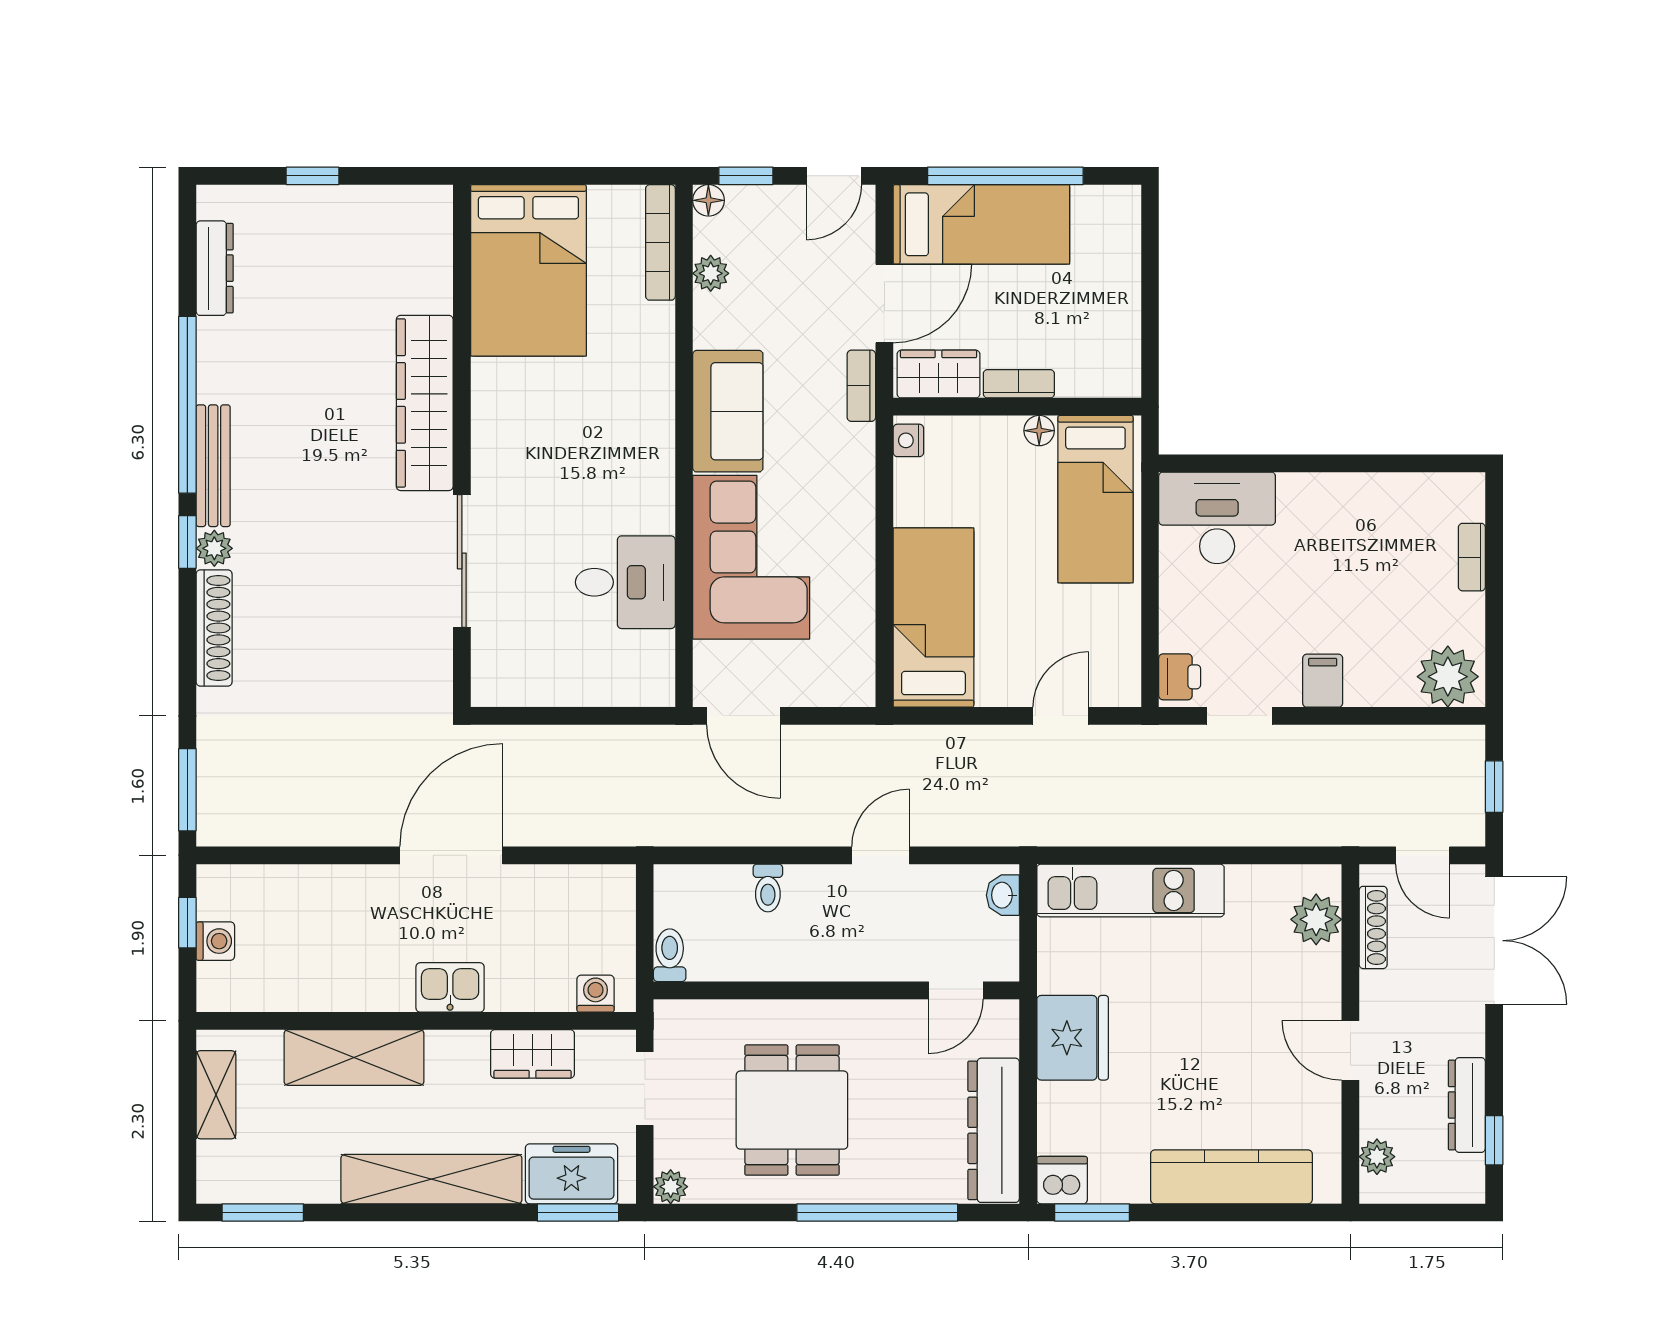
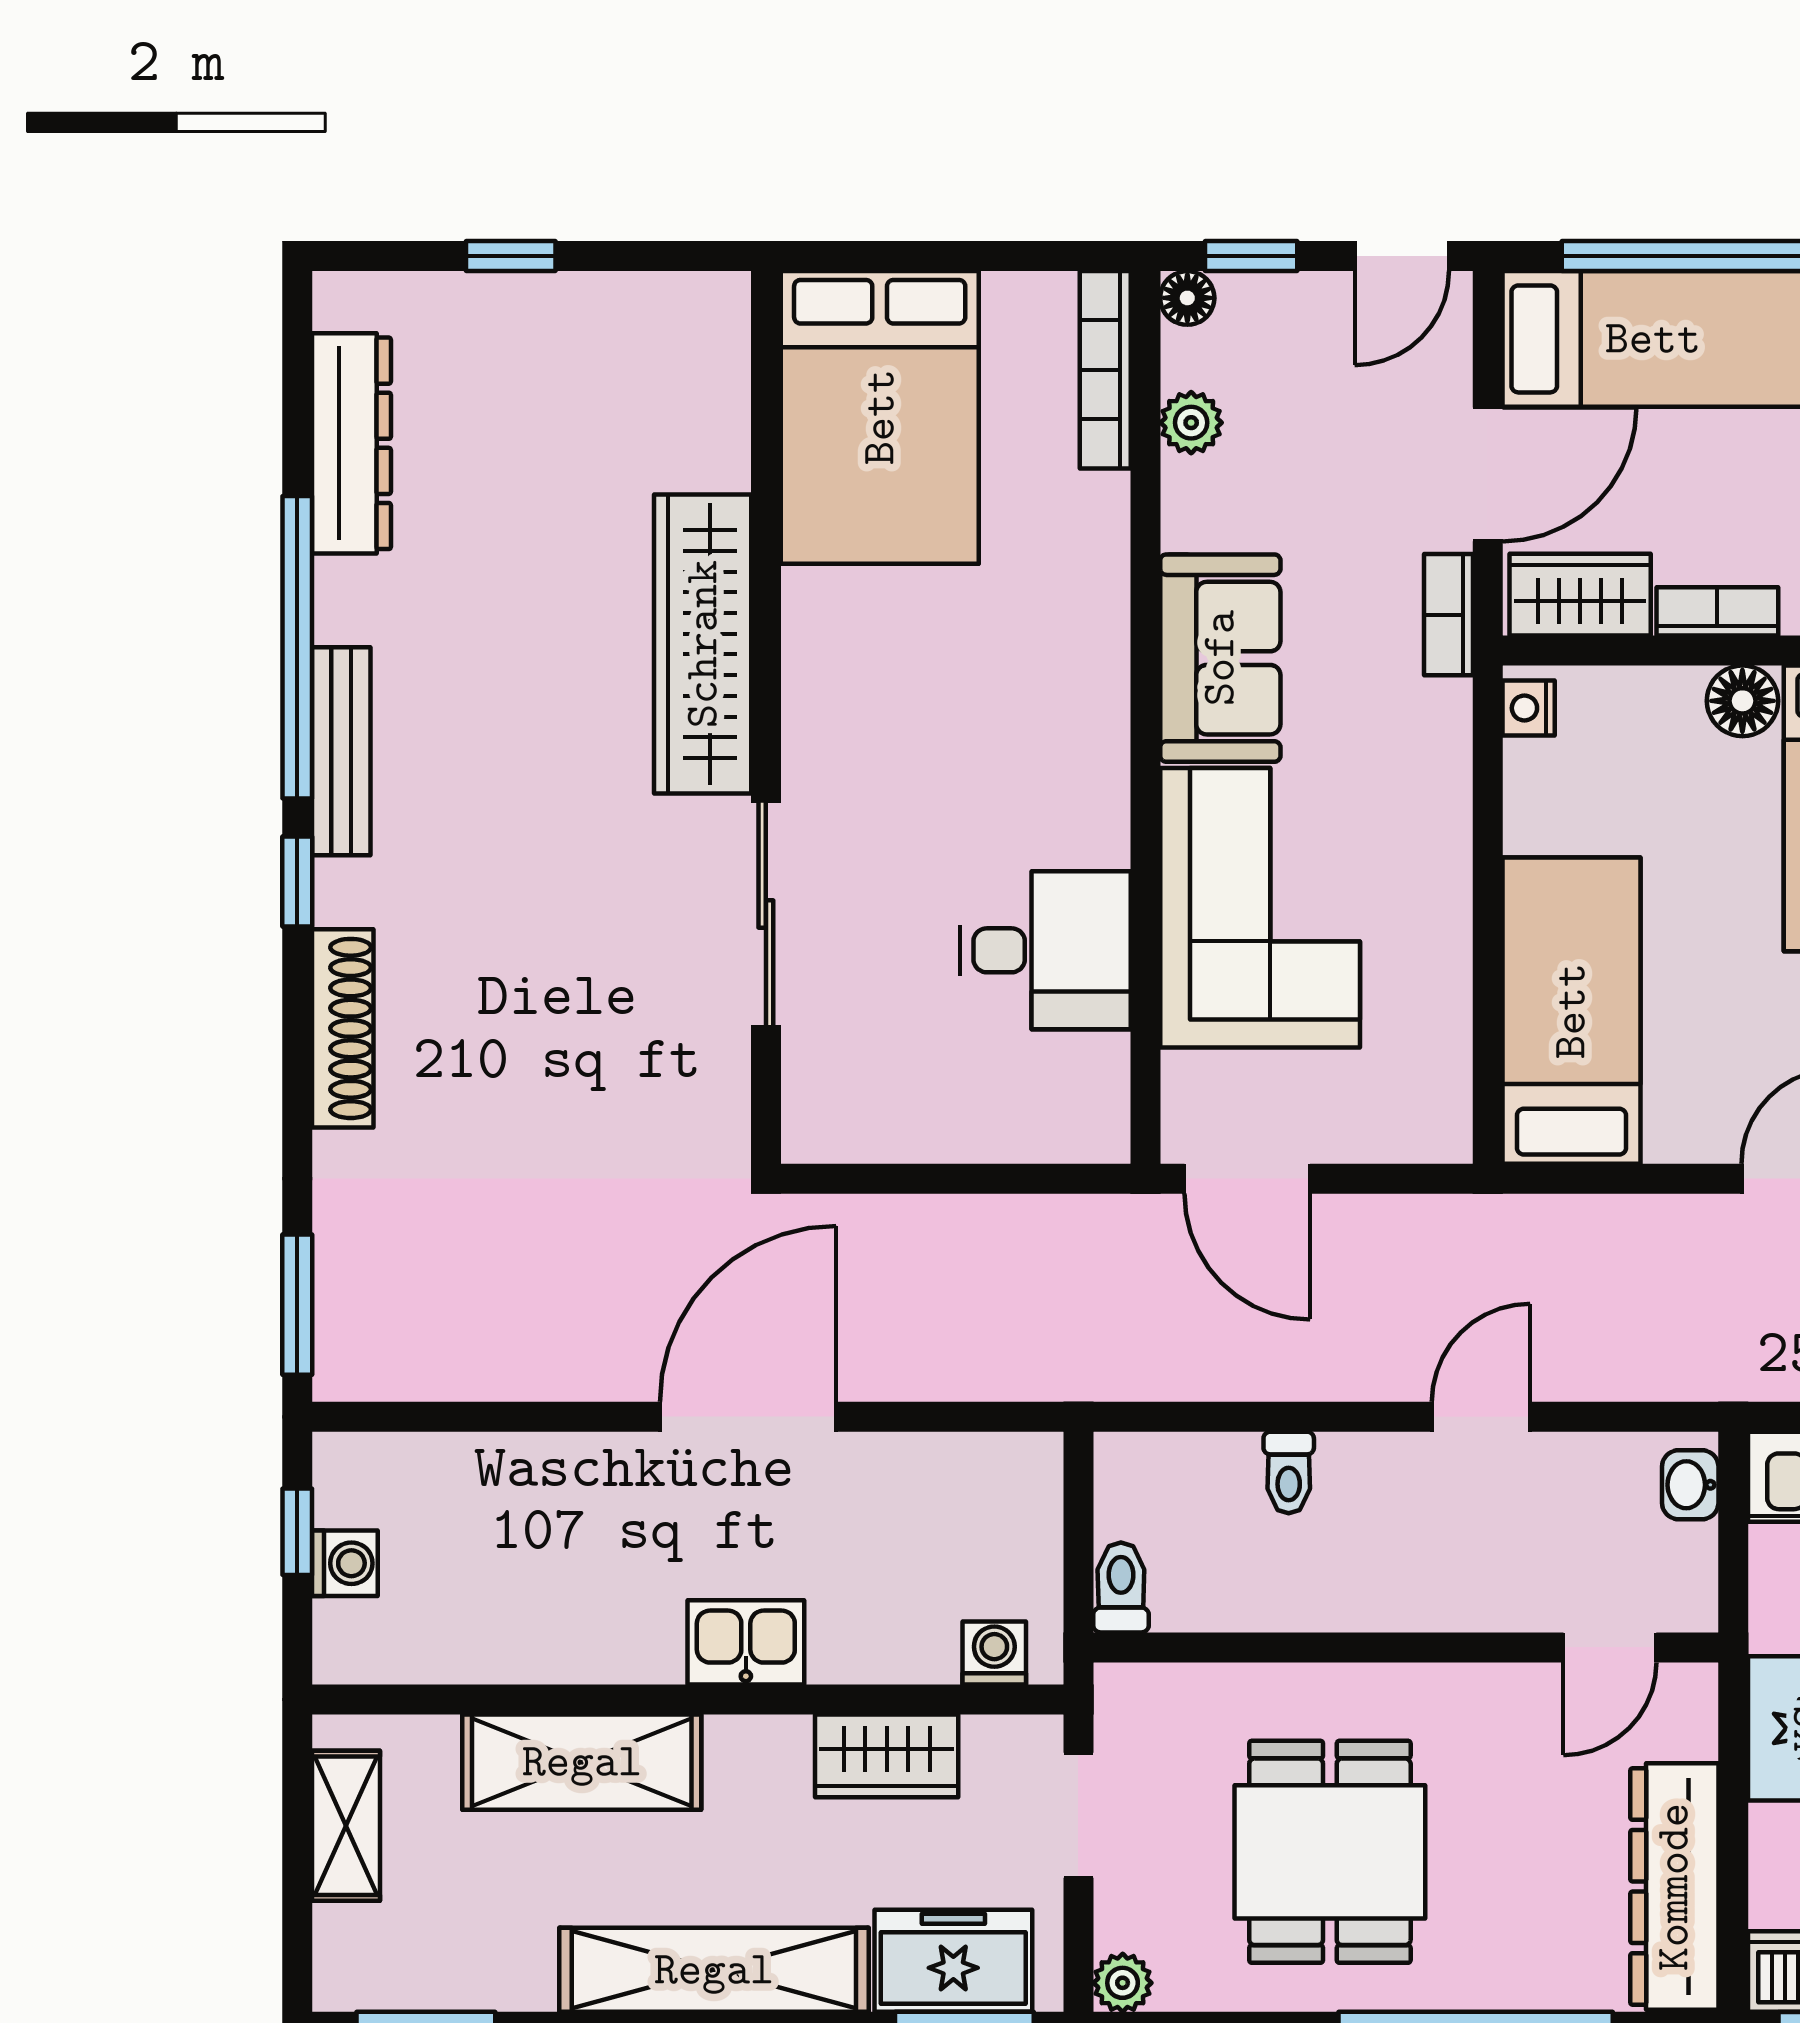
dresser: (215, 268) -> (351, 443), width x1.37, depth x1.24
floor lamp: (1039, 431) -> (1742, 701), width x1.37, depth x1.37
plant: (214, 548) -> (343, 892), removed

